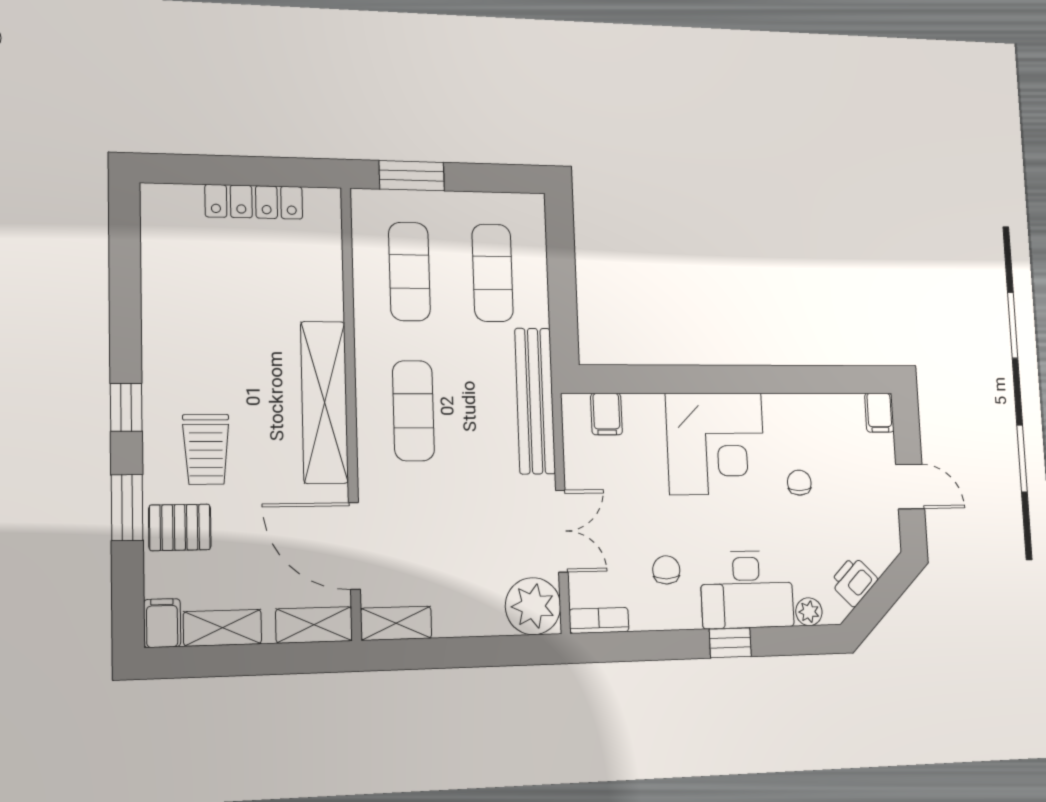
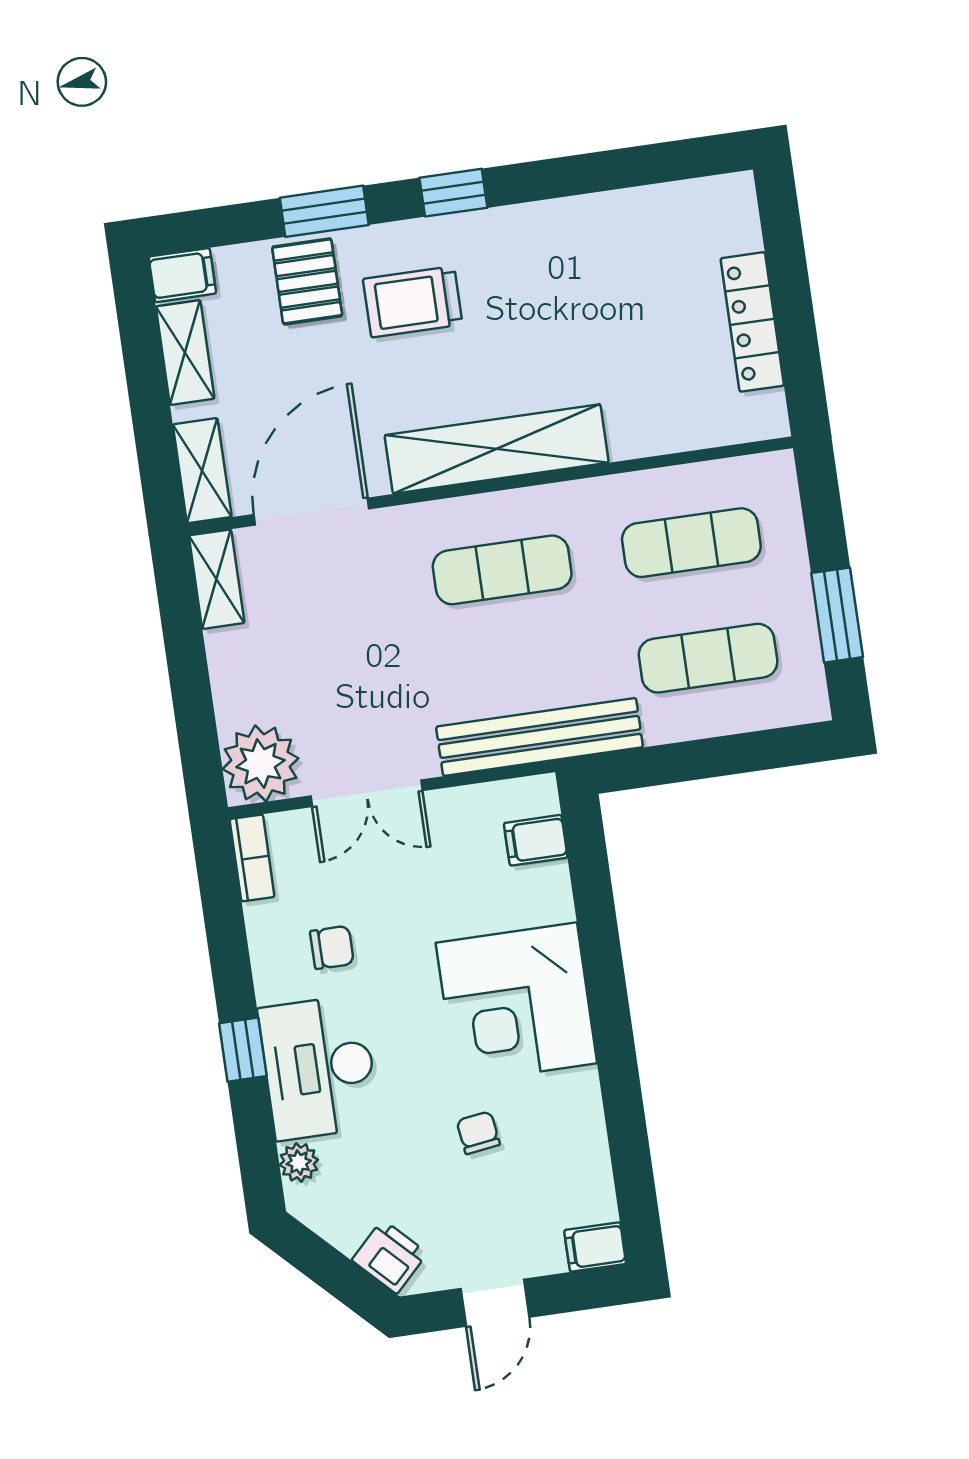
window: (412, 176) -> (837, 615), moved
chair: (799, 483) -> (478, 1133), turned -98
printer: (854, 581) -> (390, 1257), moved

